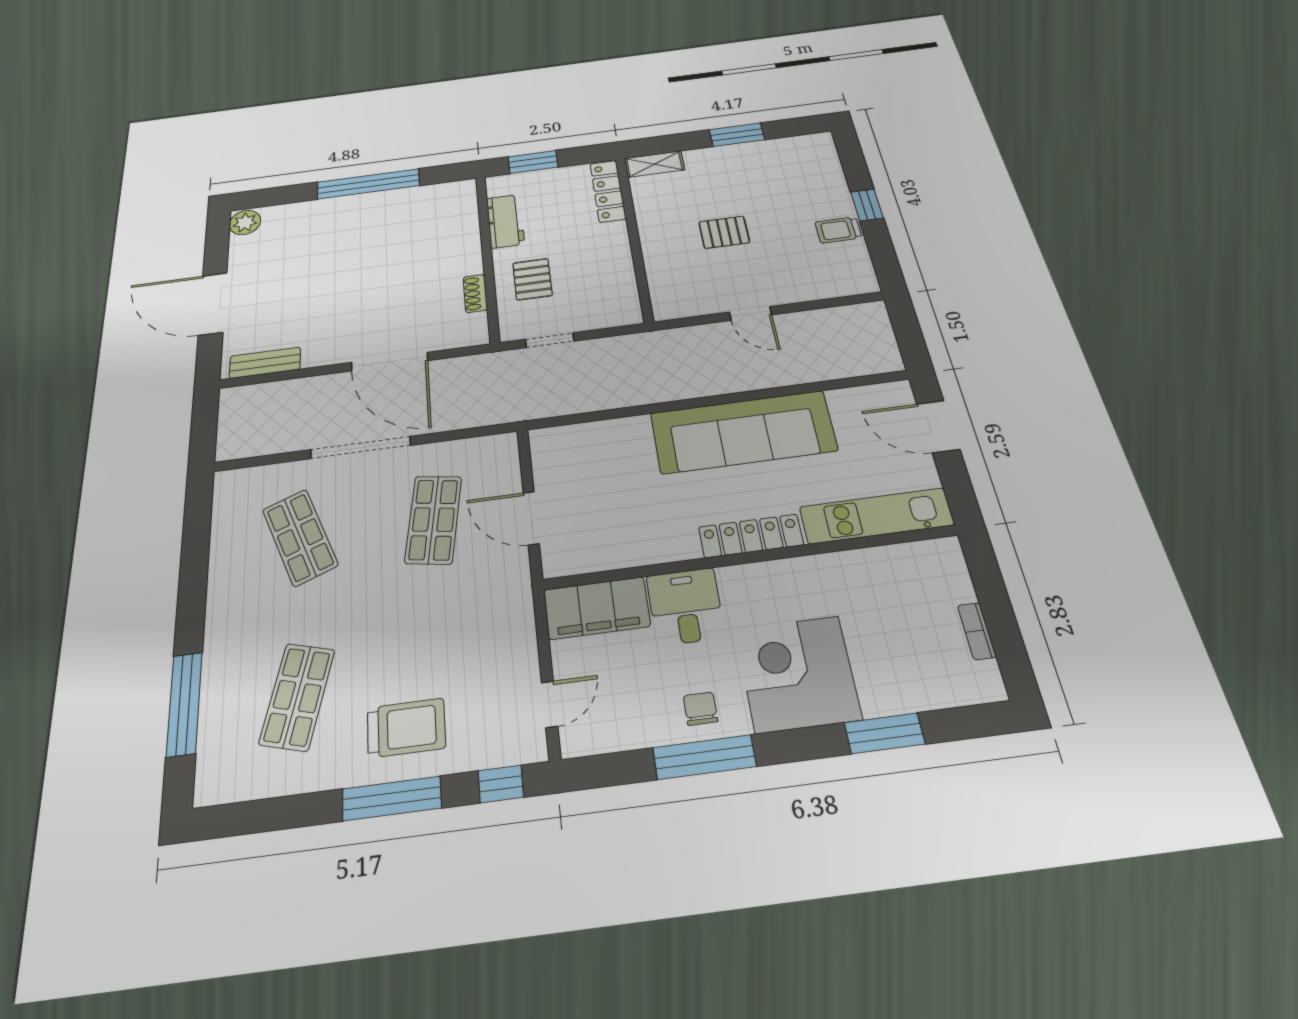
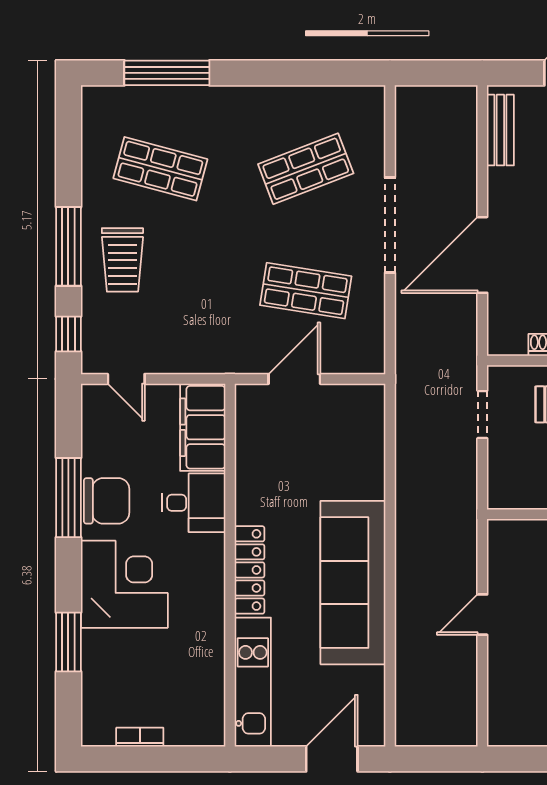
chair: (700, 709) -> (107, 501), width x1.87, depth x1.87

